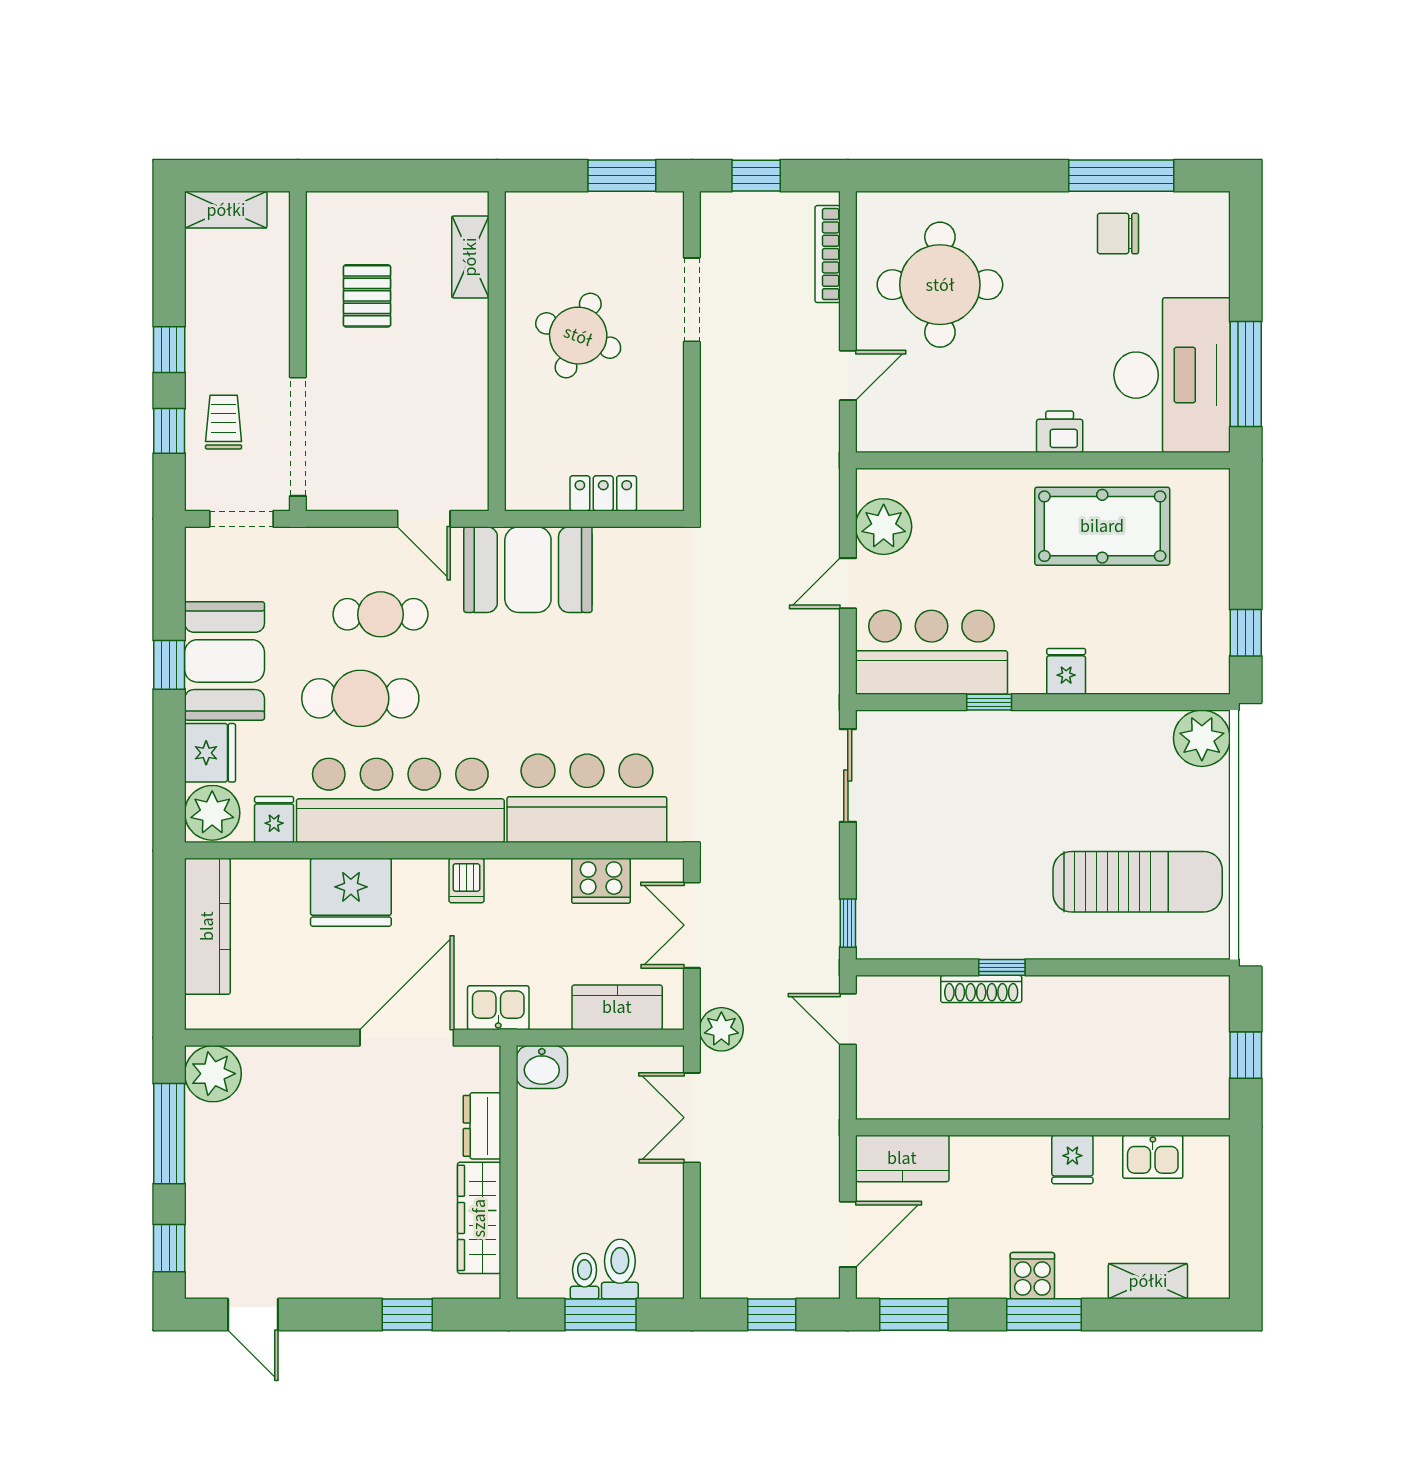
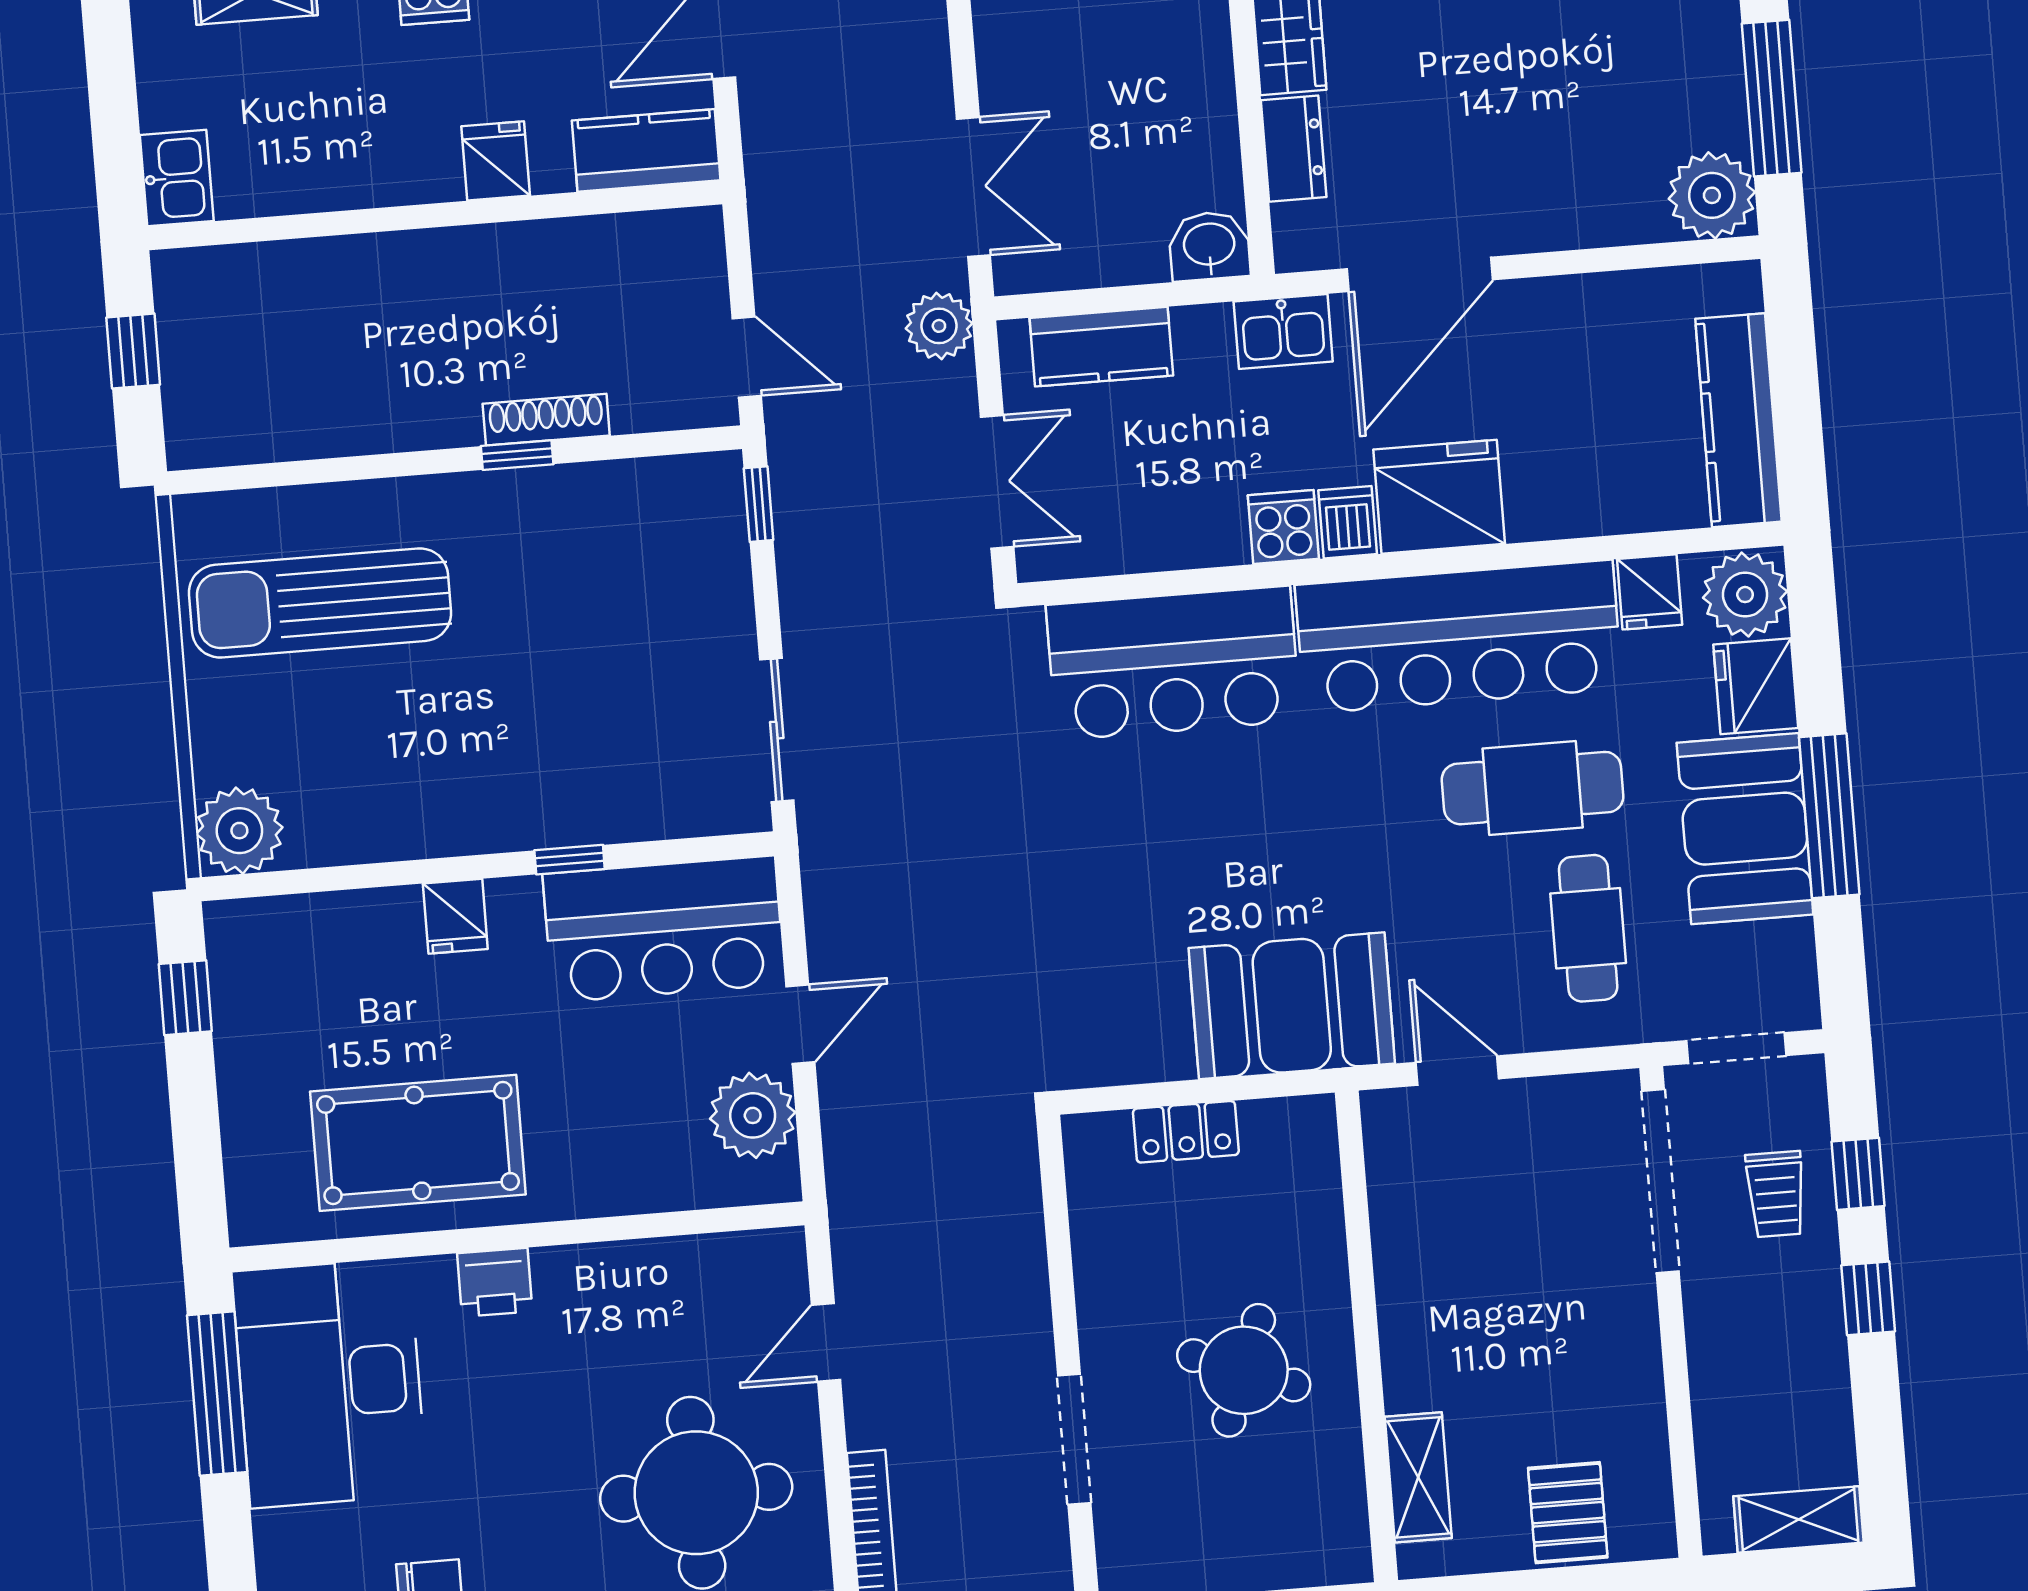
pallet: (367, 296) -> (1568, 1513), moved
cafe table: (380, 614) -> (1588, 928), moved, turned 90
window: (169, 665) -> (1829, 816), width x2.17
cooker: (601, 881) -> (1283, 527), moved, width x0.73
fridge: (351, 892) -> (1439, 497), moved
kitchen sink: (1153, 1157) -> (177, 178), moved, turned 90
fridge: (1072, 1159) -> (496, 161), moved

